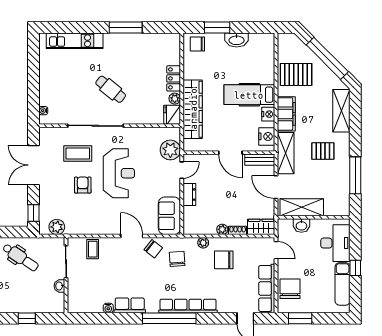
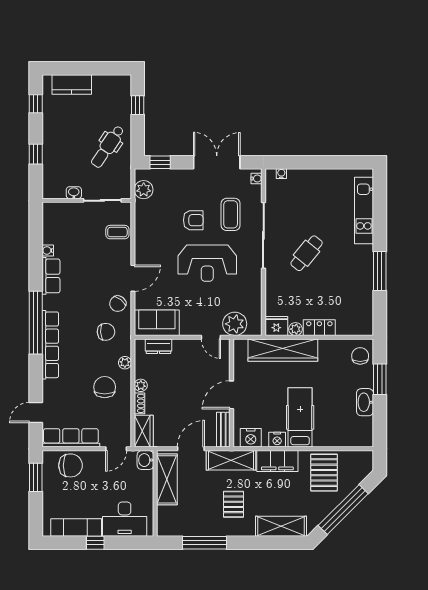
water cooler: (47, 132) -> (256, 178), added
dresser: (189, 195) -> (158, 346), moved
washbasin: (301, 225) -> (145, 460), moved

